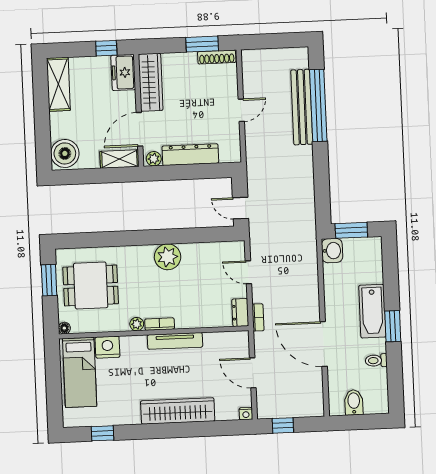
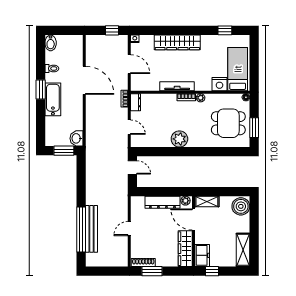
door: (139, 129) -> (194, 219), swing flipped
bidet: (354, 402) -> (51, 43), moved

